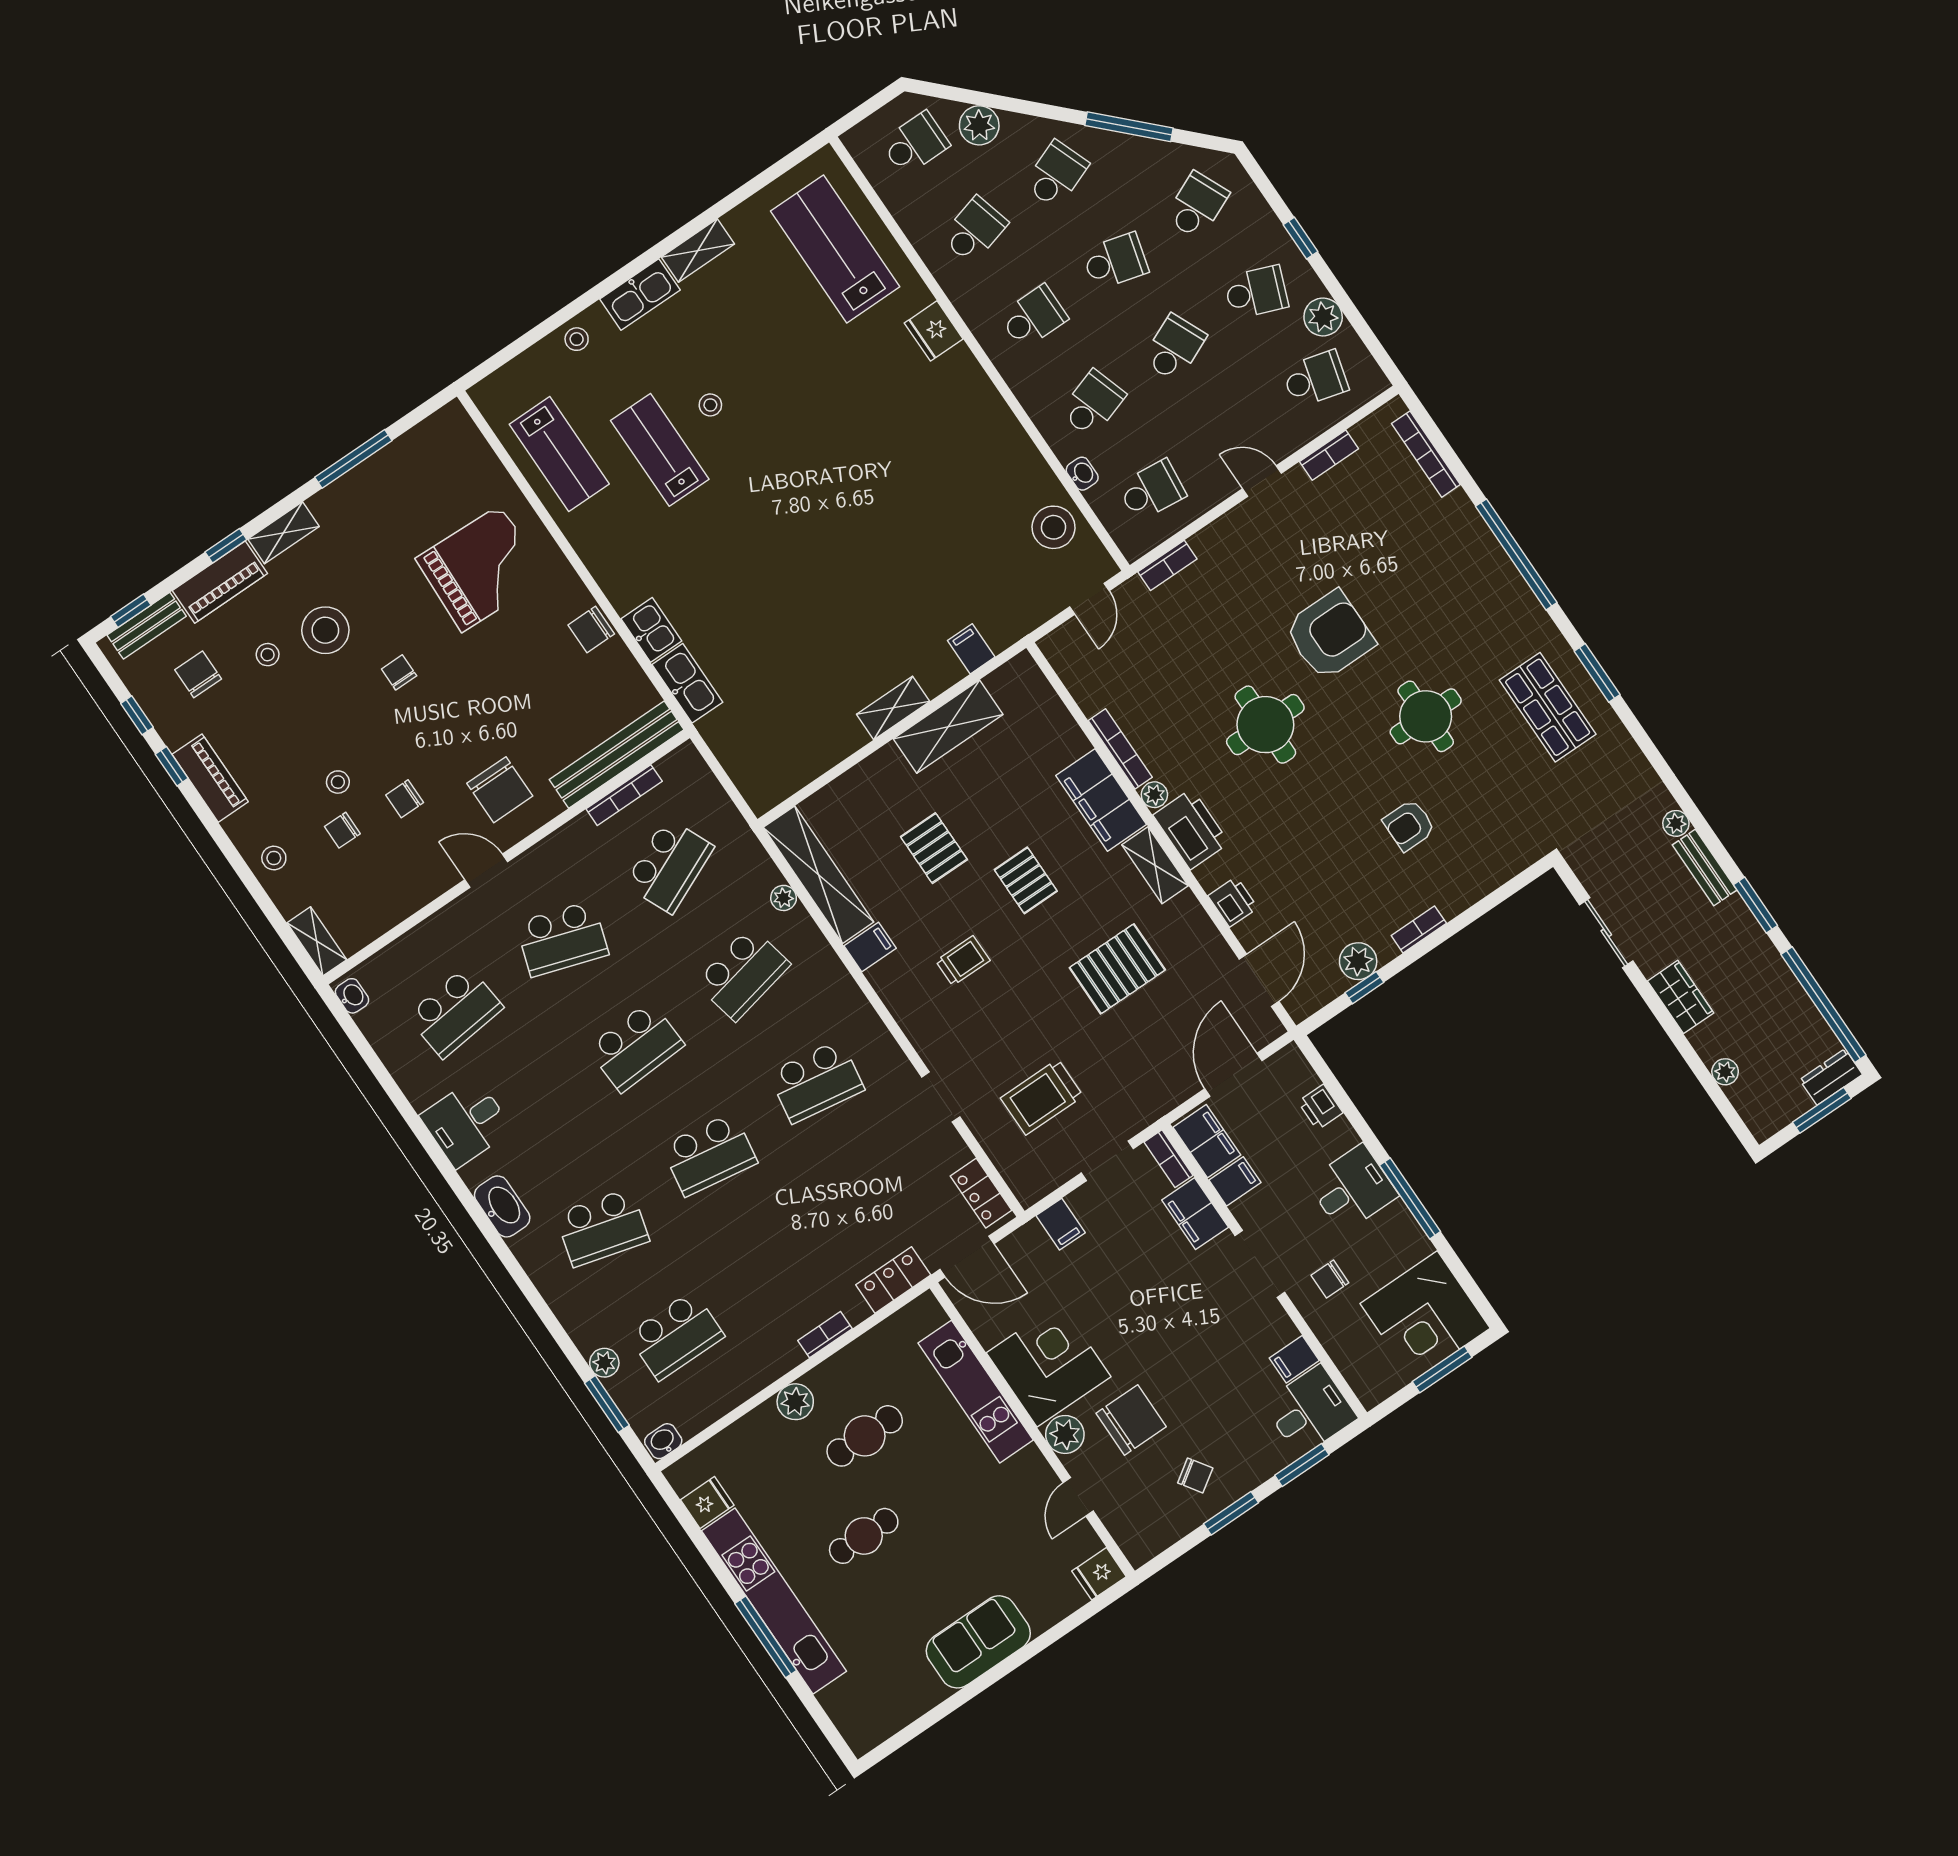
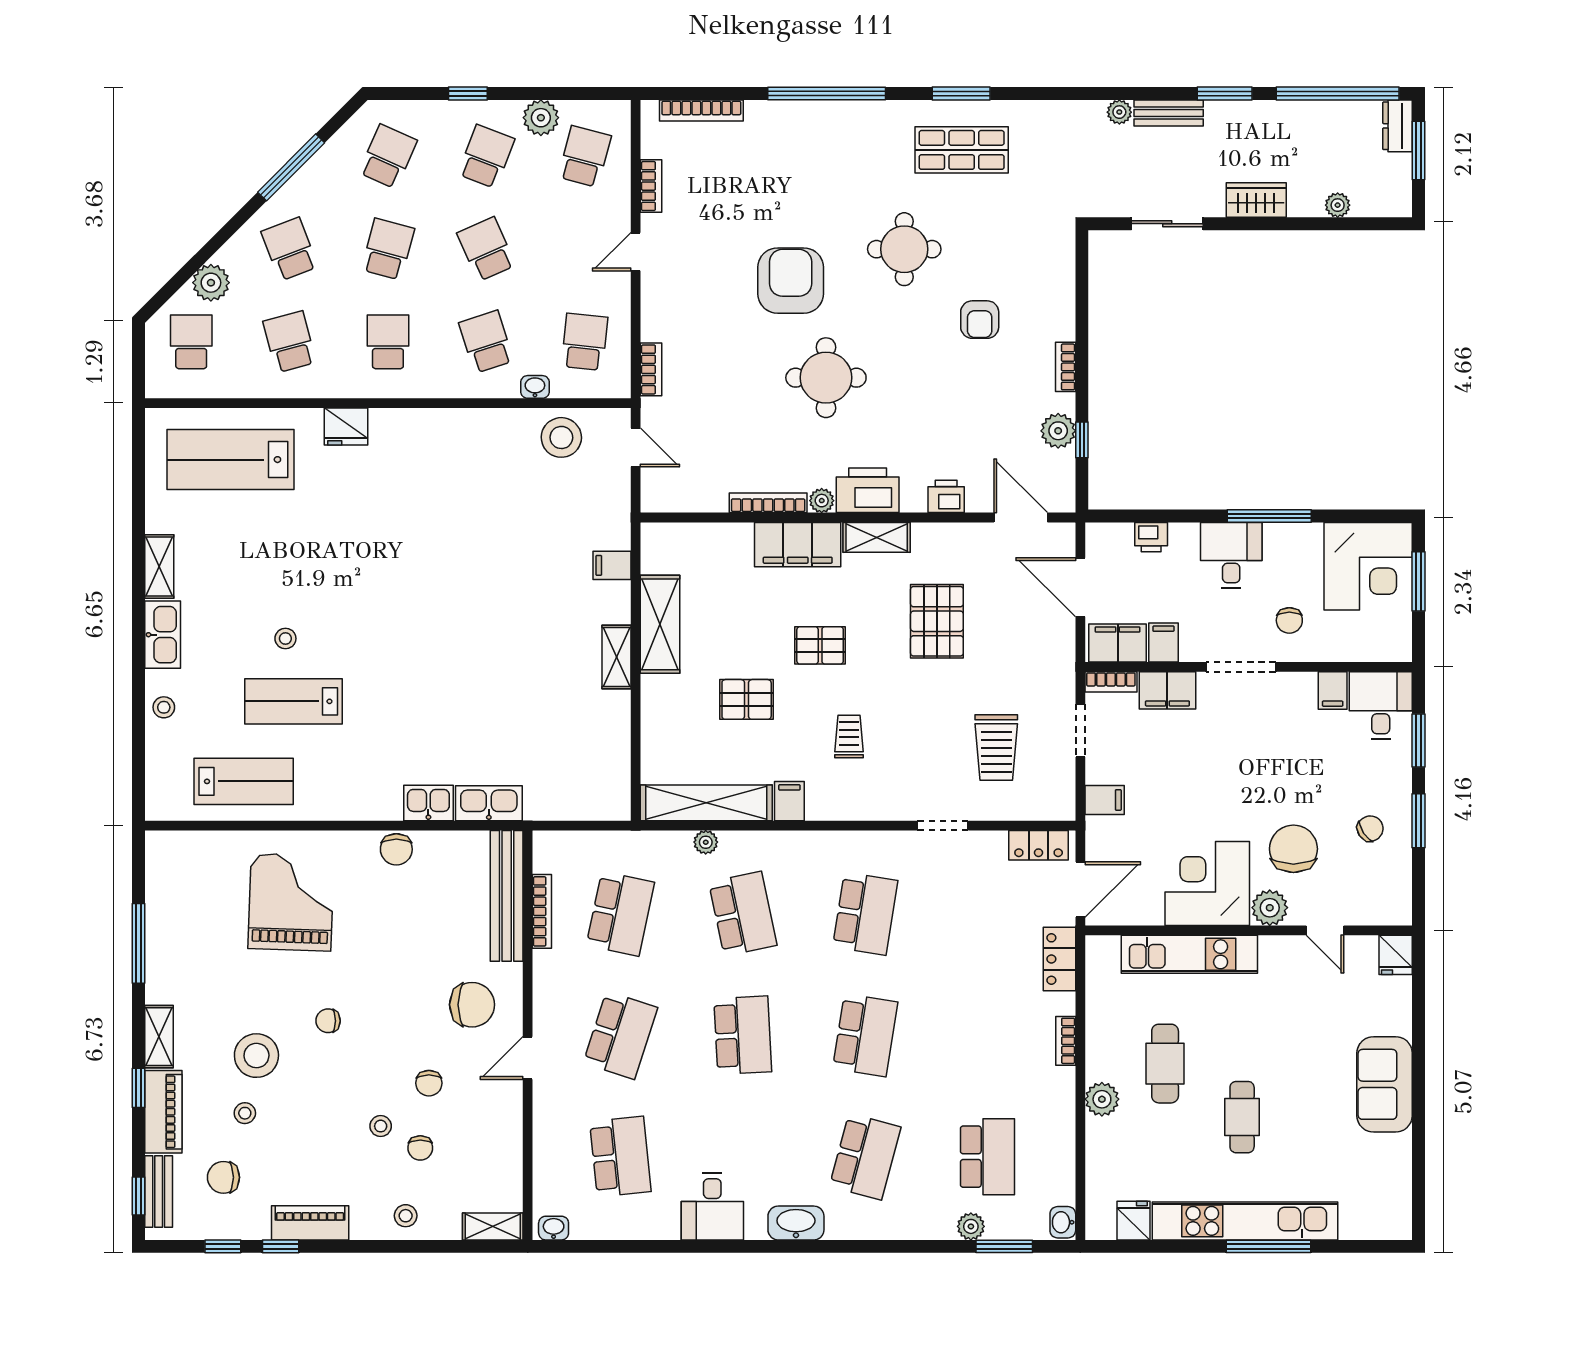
school desk: (1197, 205) -> (388, 156), turned 48
school desk: (669, 866) -> (620, 914), turned 36

